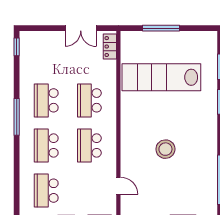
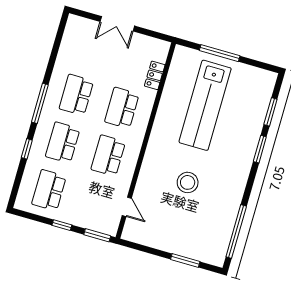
double door: (81, 28) -> (117, 24), moved
window: (17, 47) -> (27, 149), moved
locker: (110, 47) -> (155, 75), moved
lab bench: (161, 77) -> (205, 105), turned -90

